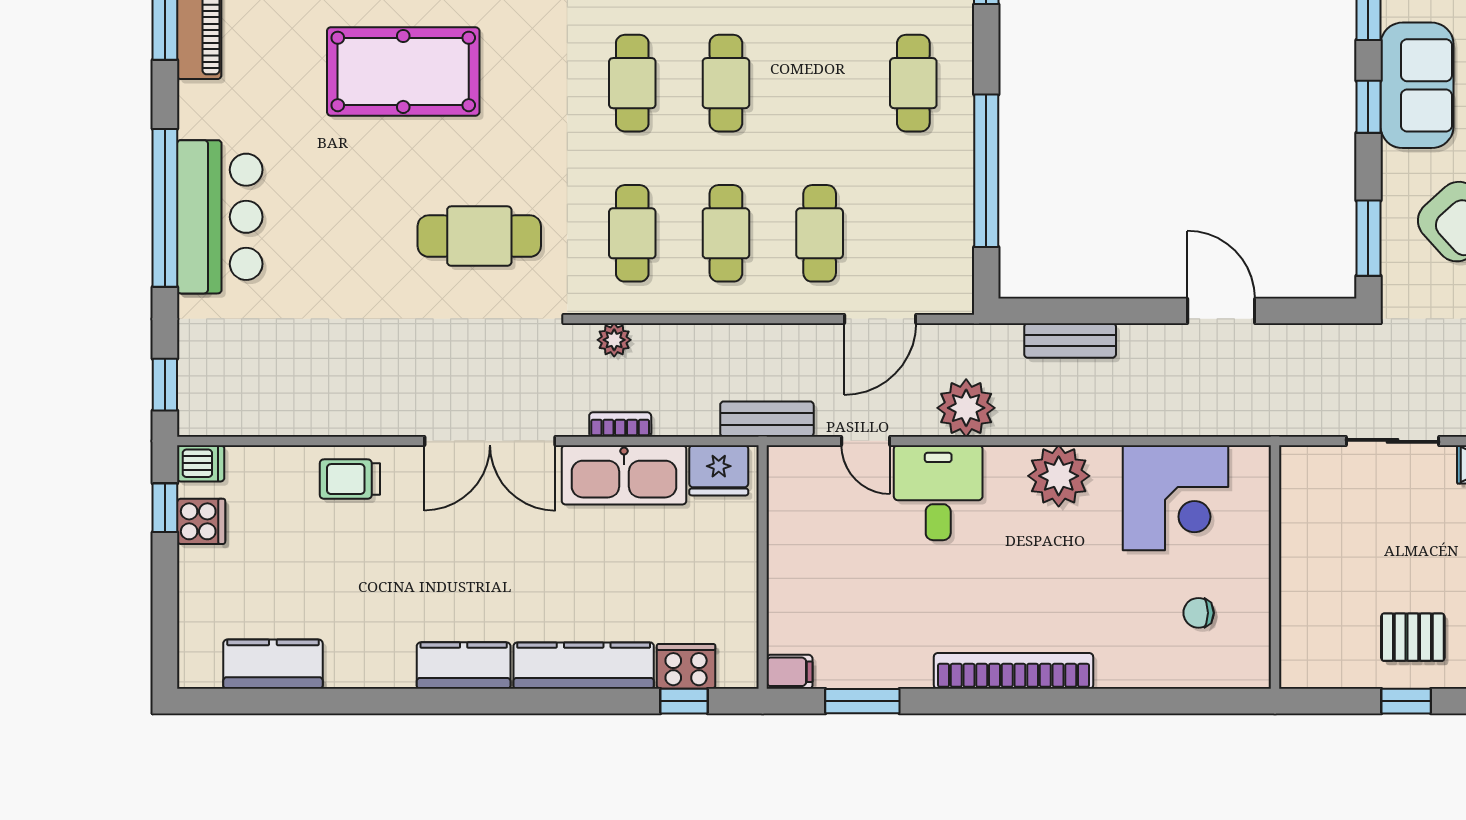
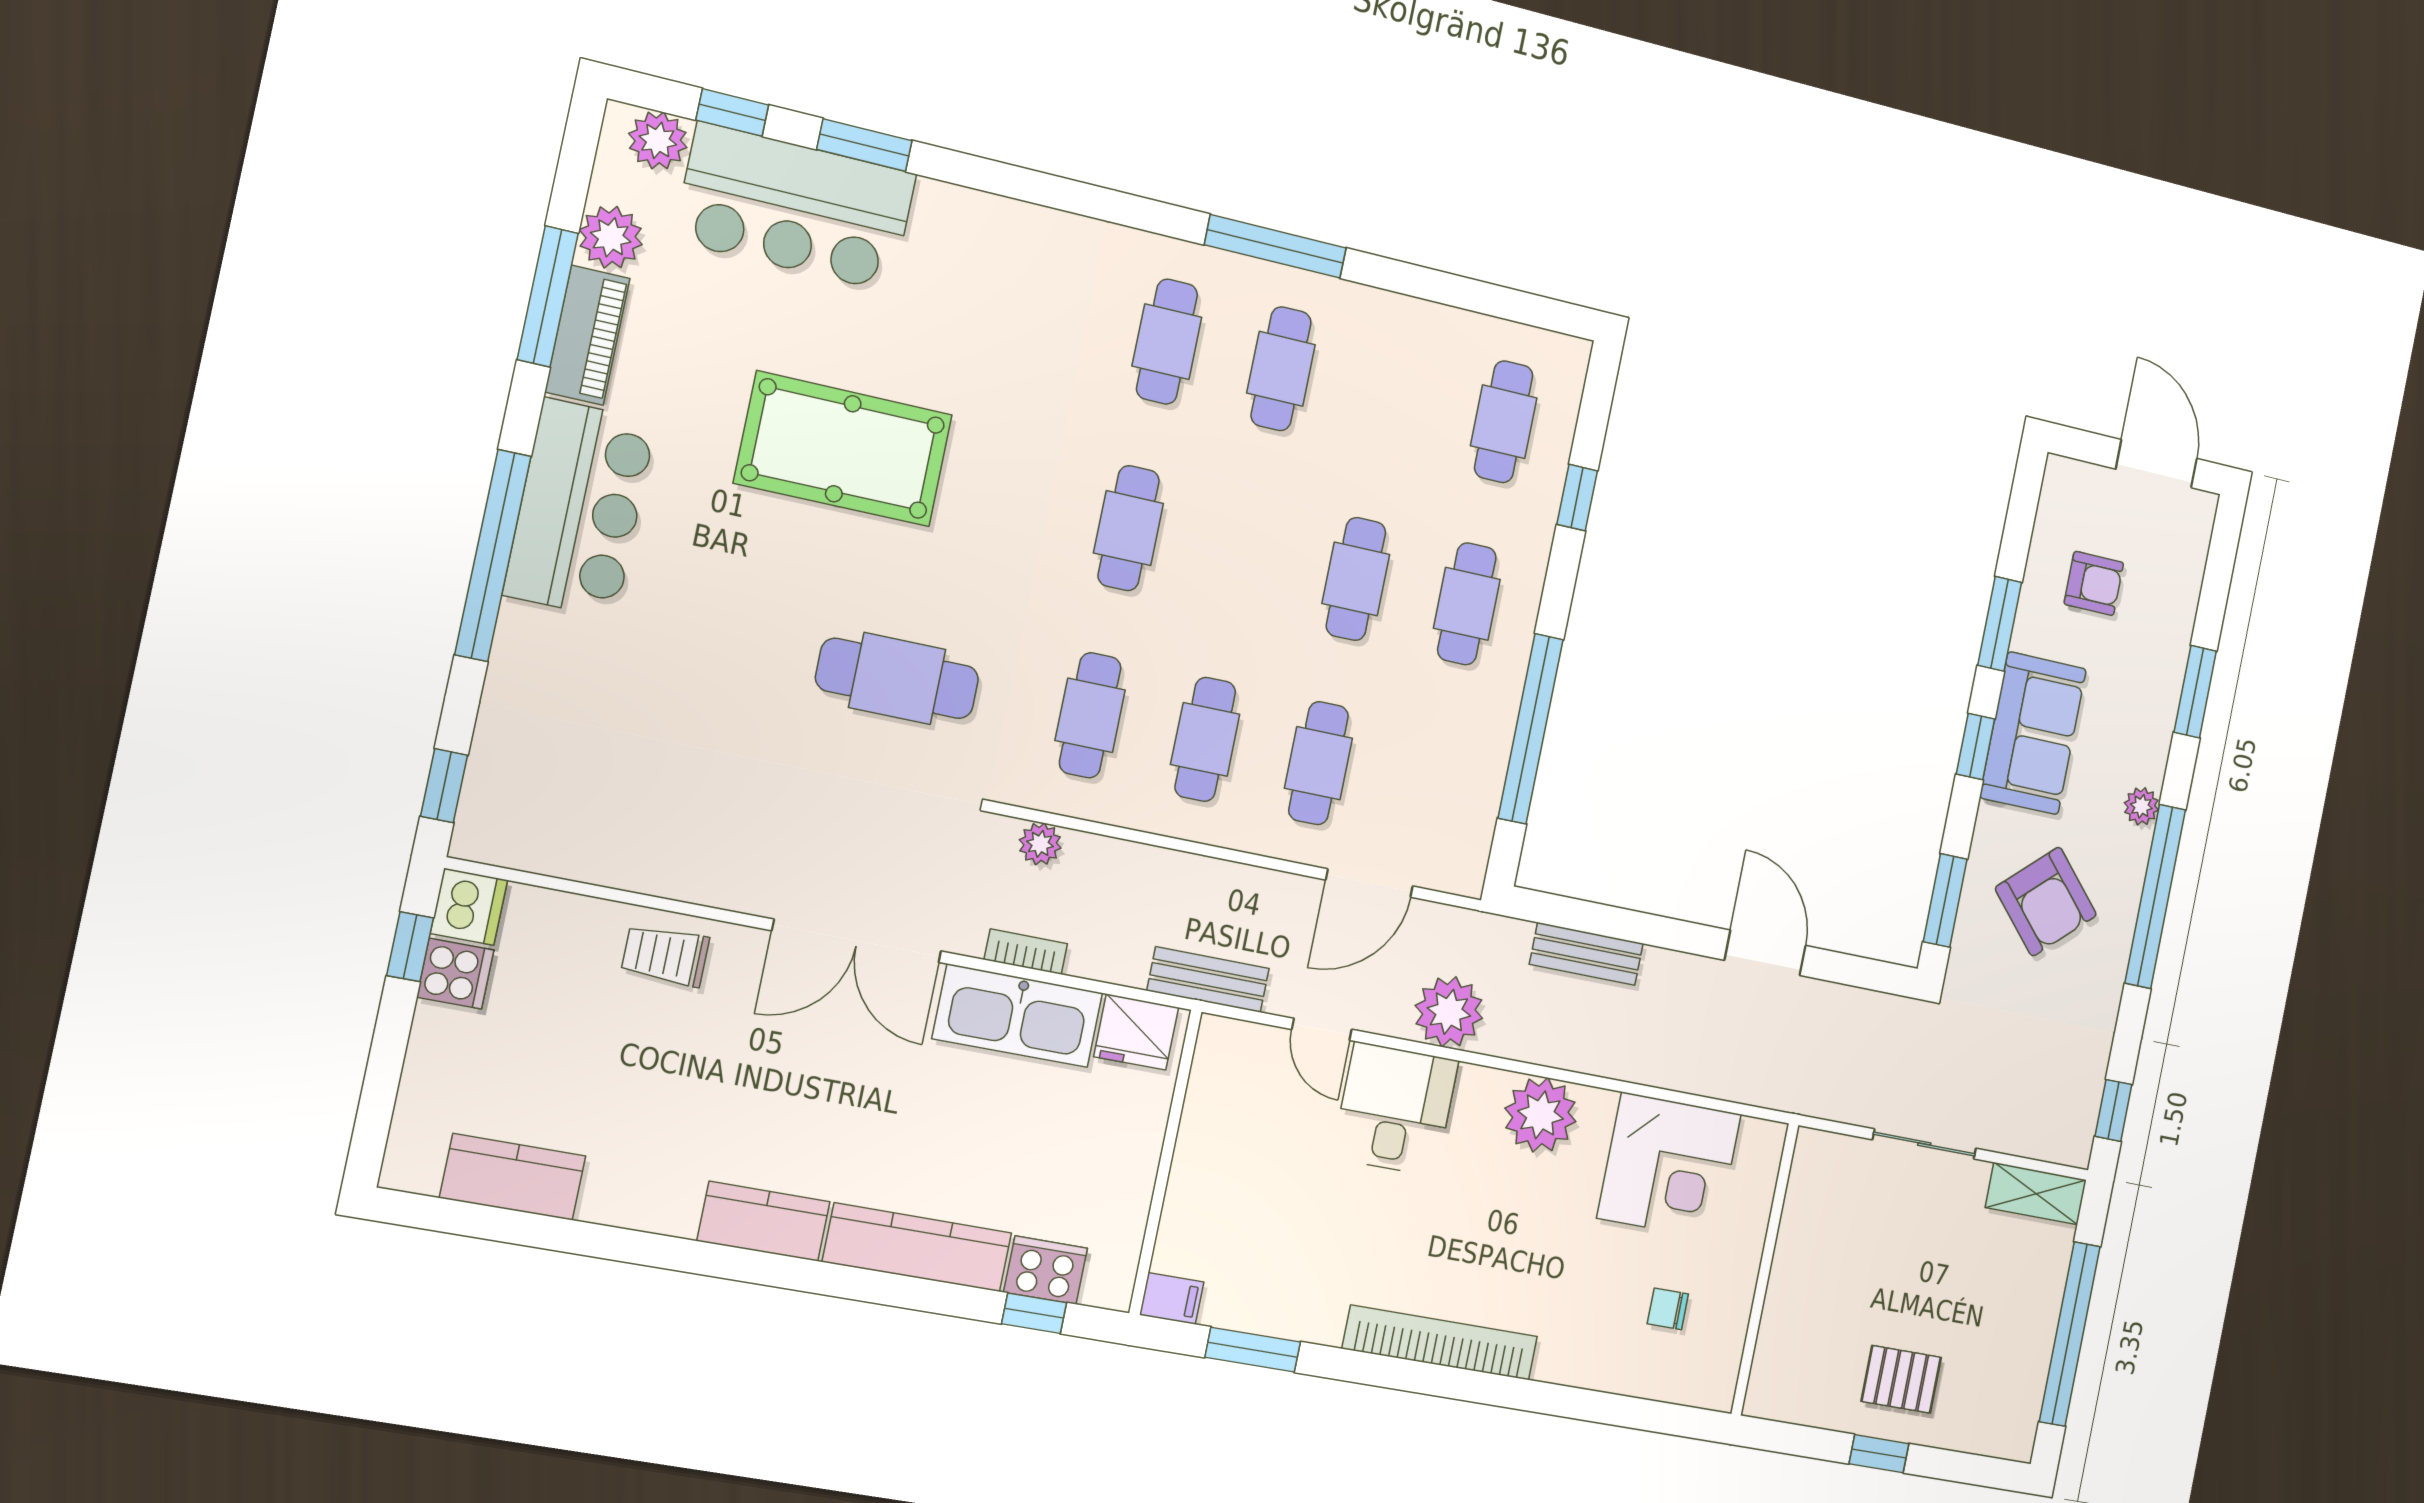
cafe table: (726, 83) -> (1356, 579), moved
bar counter: (220, 217) -> (580, 508), moved
dishwasher: (201, 463) -> (469, 907), width x1.38

